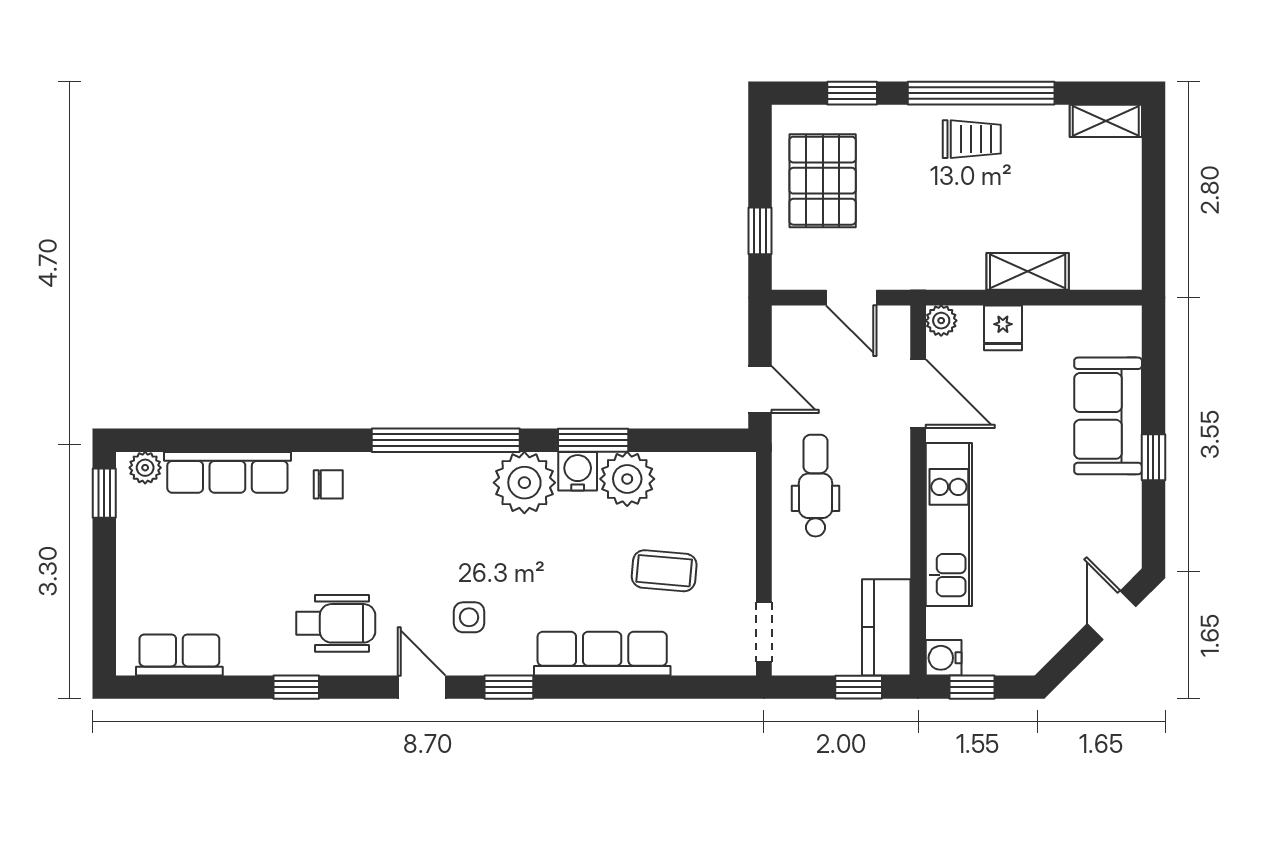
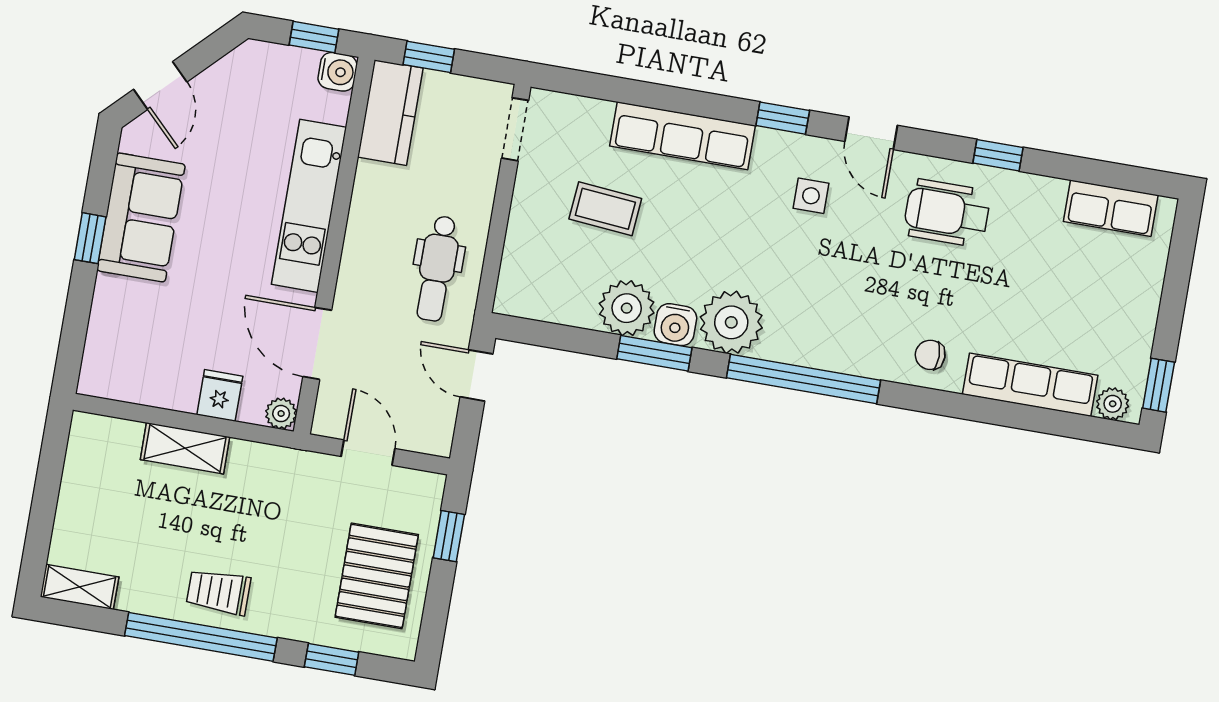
sofa: (1108, 416) -> (141, 217), moved

